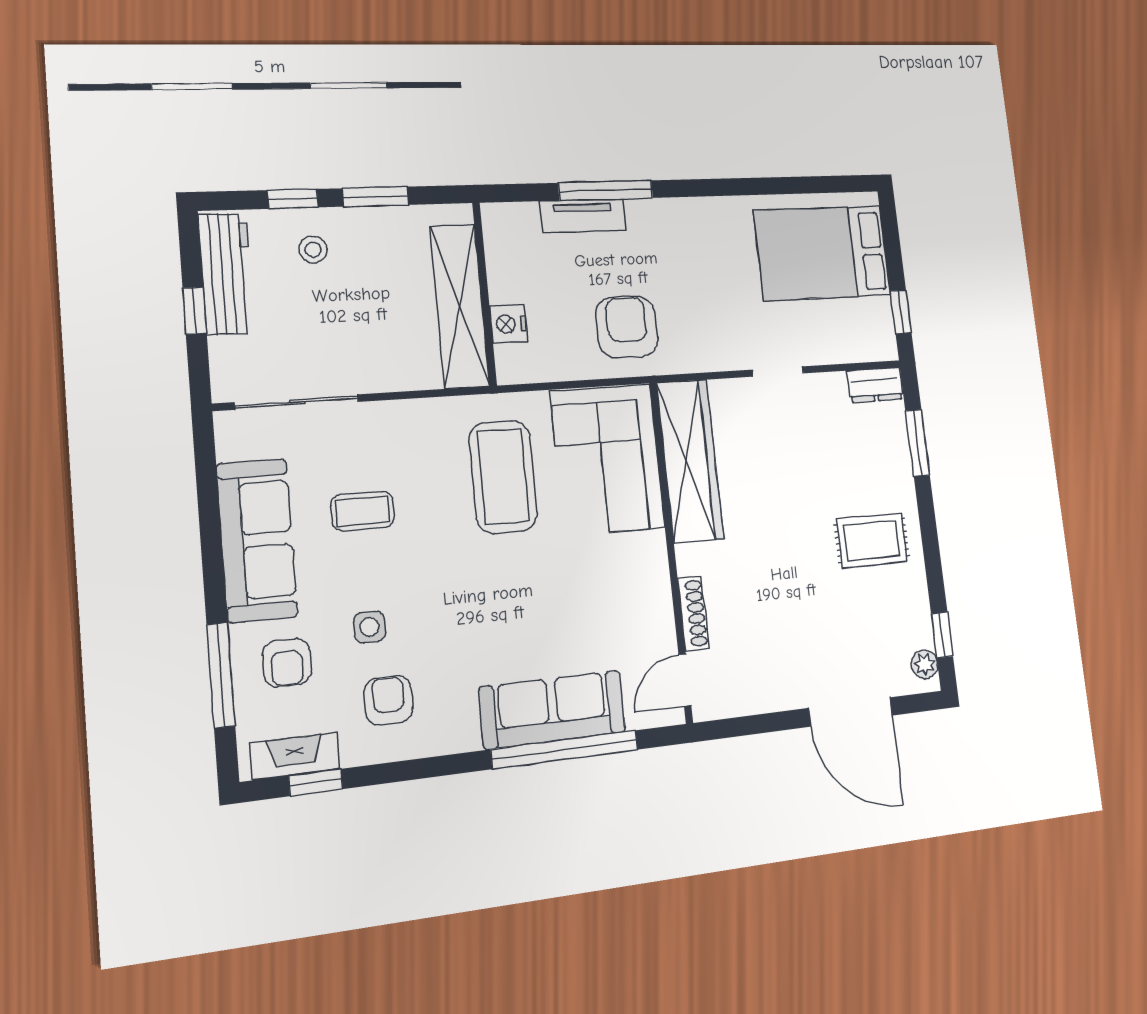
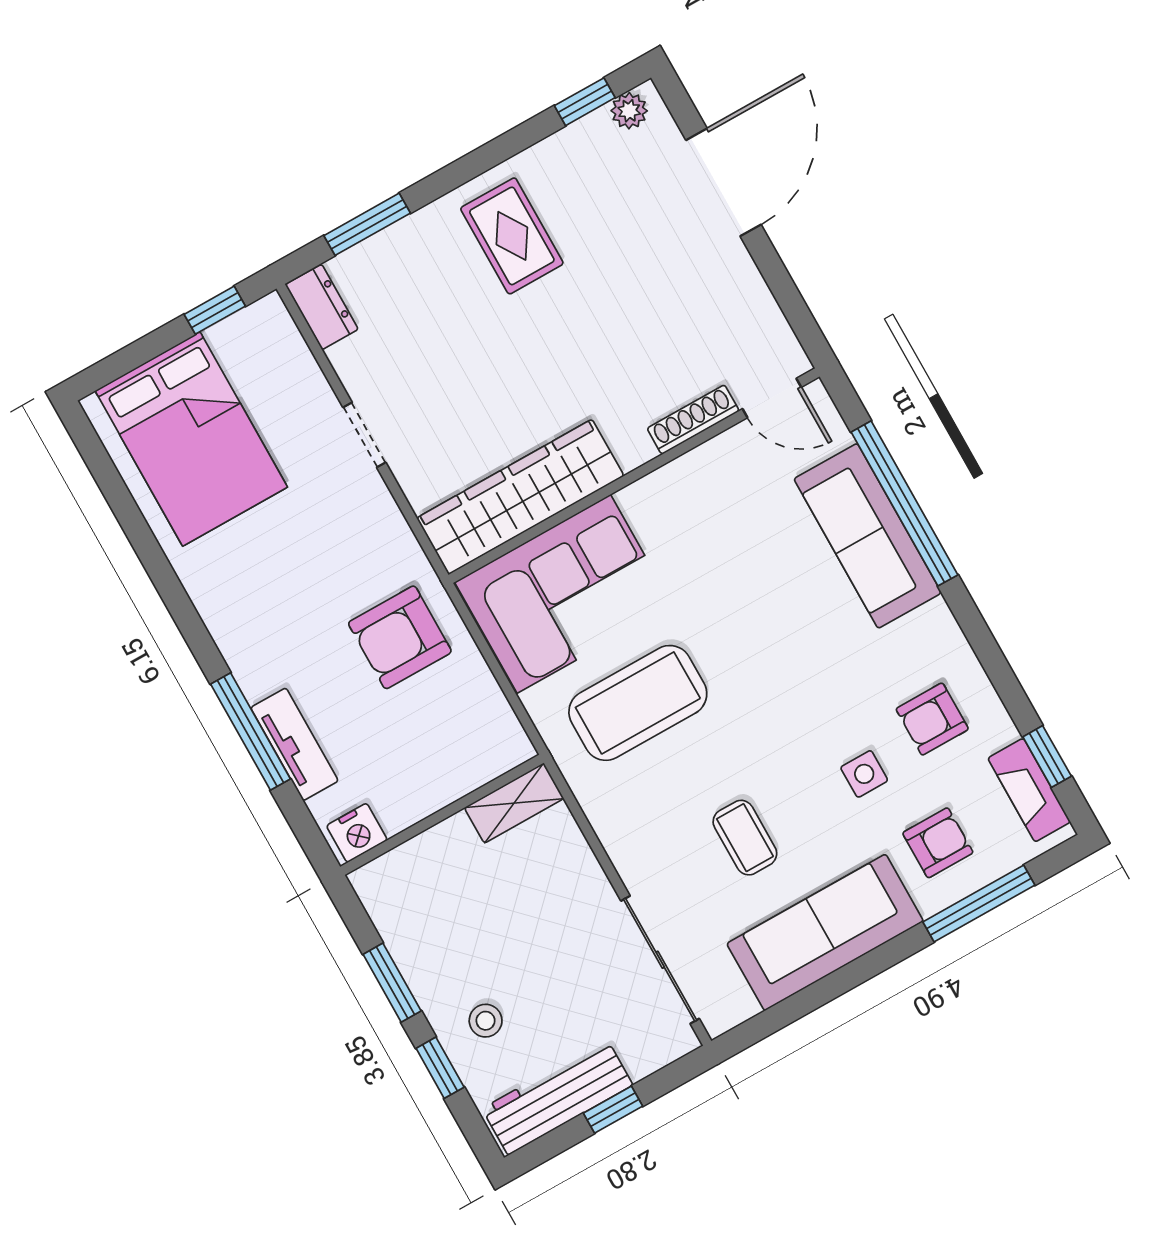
shelving: (460, 306) -> (514, 803), width x0.45, depth x0.75
nightstand: (509, 324) -> (357, 833), moved

